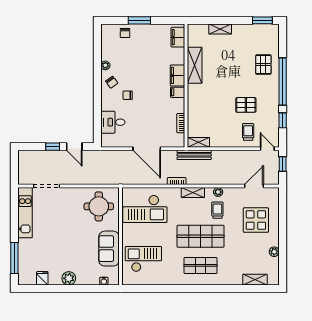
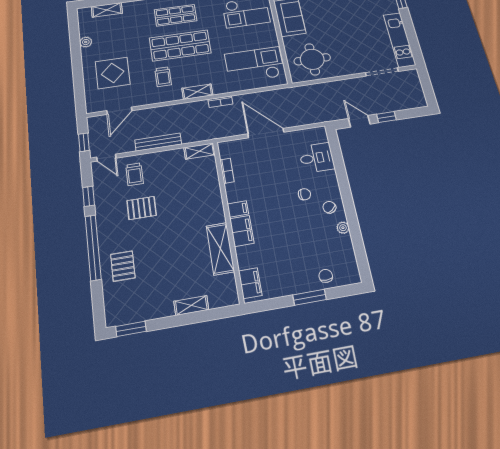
bench: (194, 155) -> (158, 142), moved
plant: (218, 192) -> (165, 97), removed

